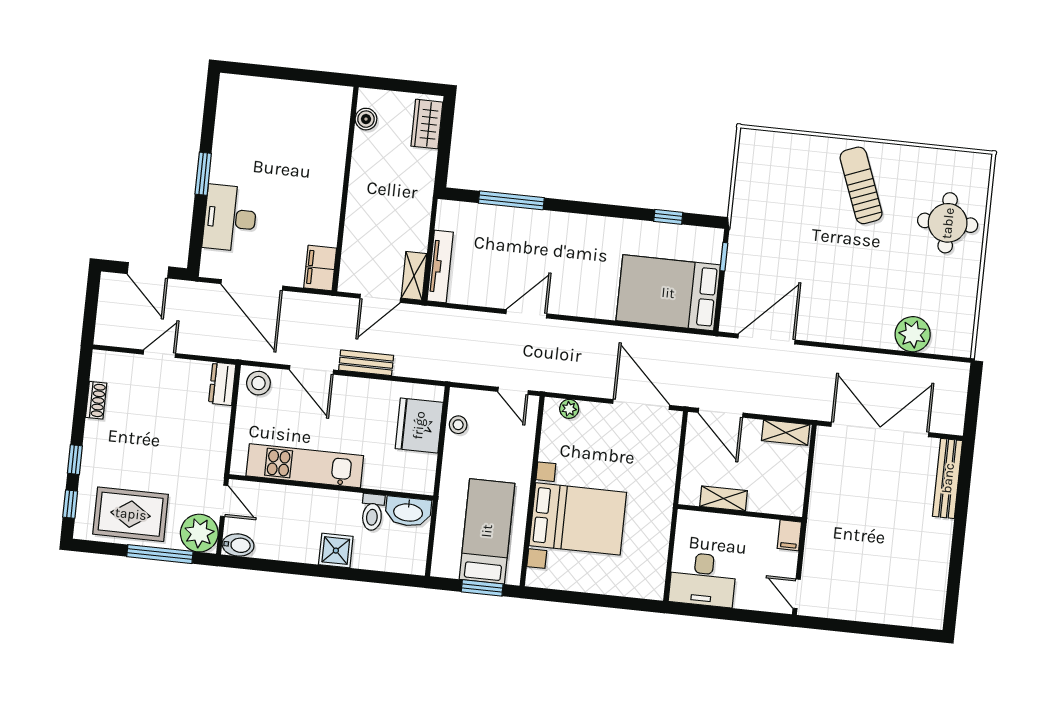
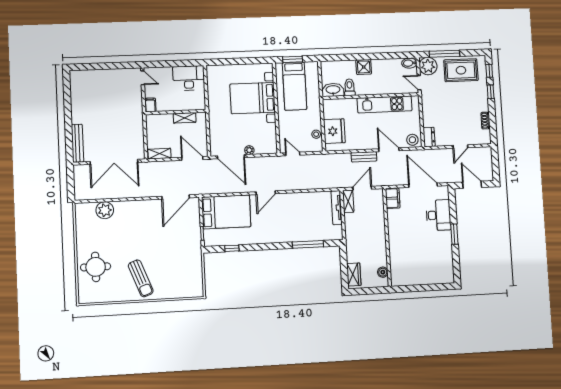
door: (526, 314) -> (266, 193), moved
plant: (569, 409) -> (249, 150), moved

